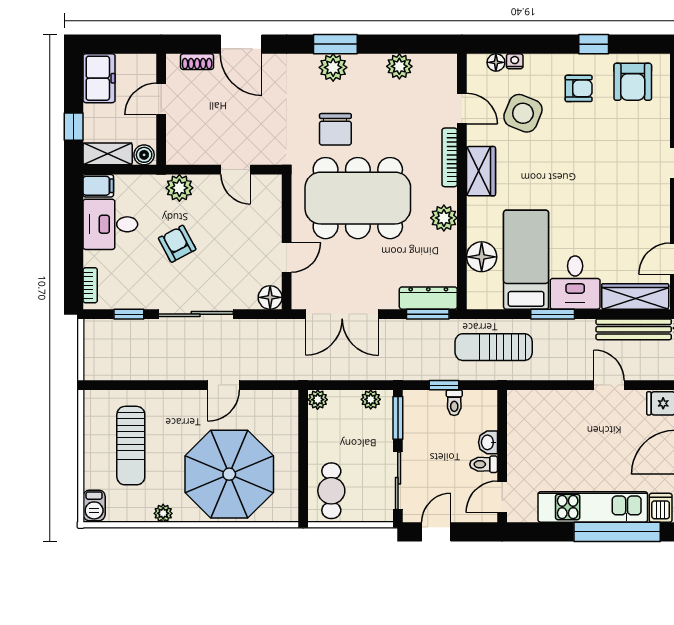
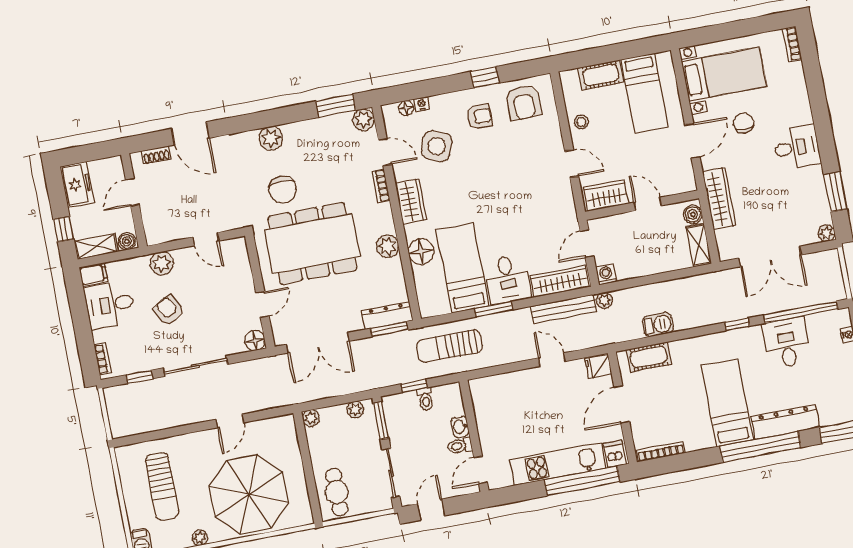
window: (335, 44) -> (336, 106), moved
plant: (399, 66) -> (363, 120), moved
bookcase: (450, 157) -> (381, 186), width x0.64
floor lamp: (482, 257) -> (421, 252), moved

